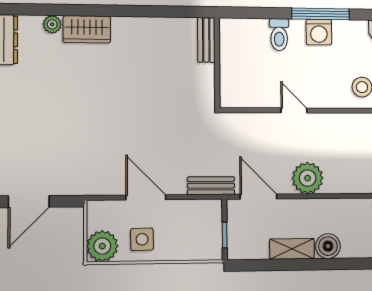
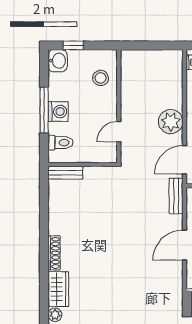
shoe rack: (135, 24) -> (54, 253), added
bench: (206, 40) -> (65, 173), moved
wall: (217, 63) -> (83, 164), moved

